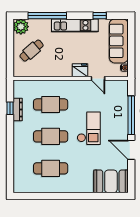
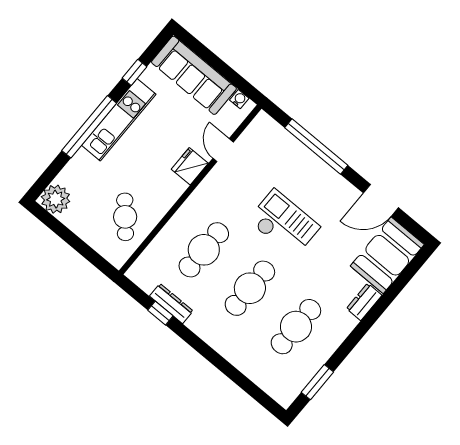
window: (47, 16) -> (89, 127), moved
cafe table: (32, 51) -> (125, 217), moved
door: (98, 78) -> (223, 150), swing flipped
door: (131, 150) -> (381, 200), moved
dresser: (84, 188) -> (364, 302), added
window: (35, 196) -> (317, 382), added

